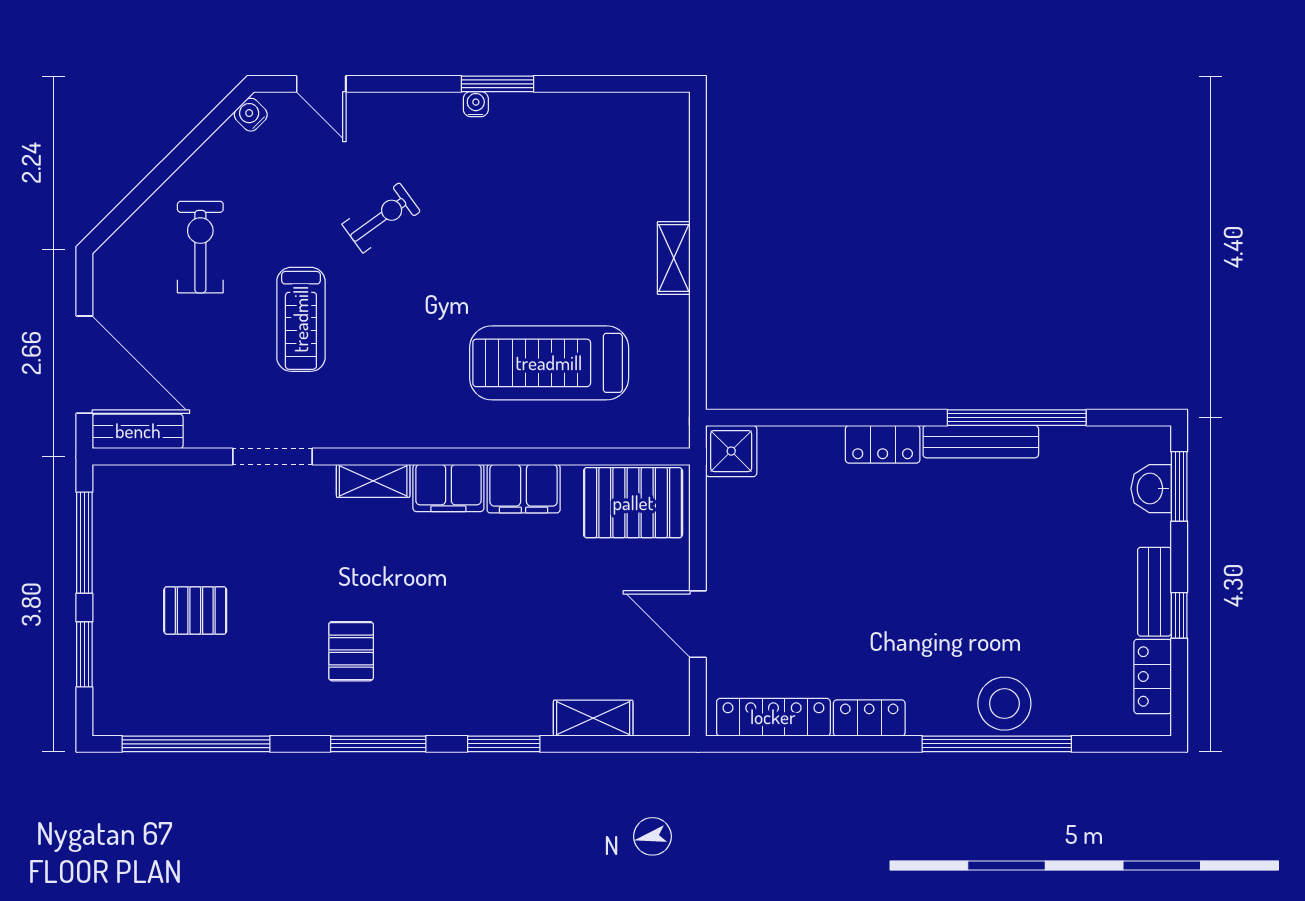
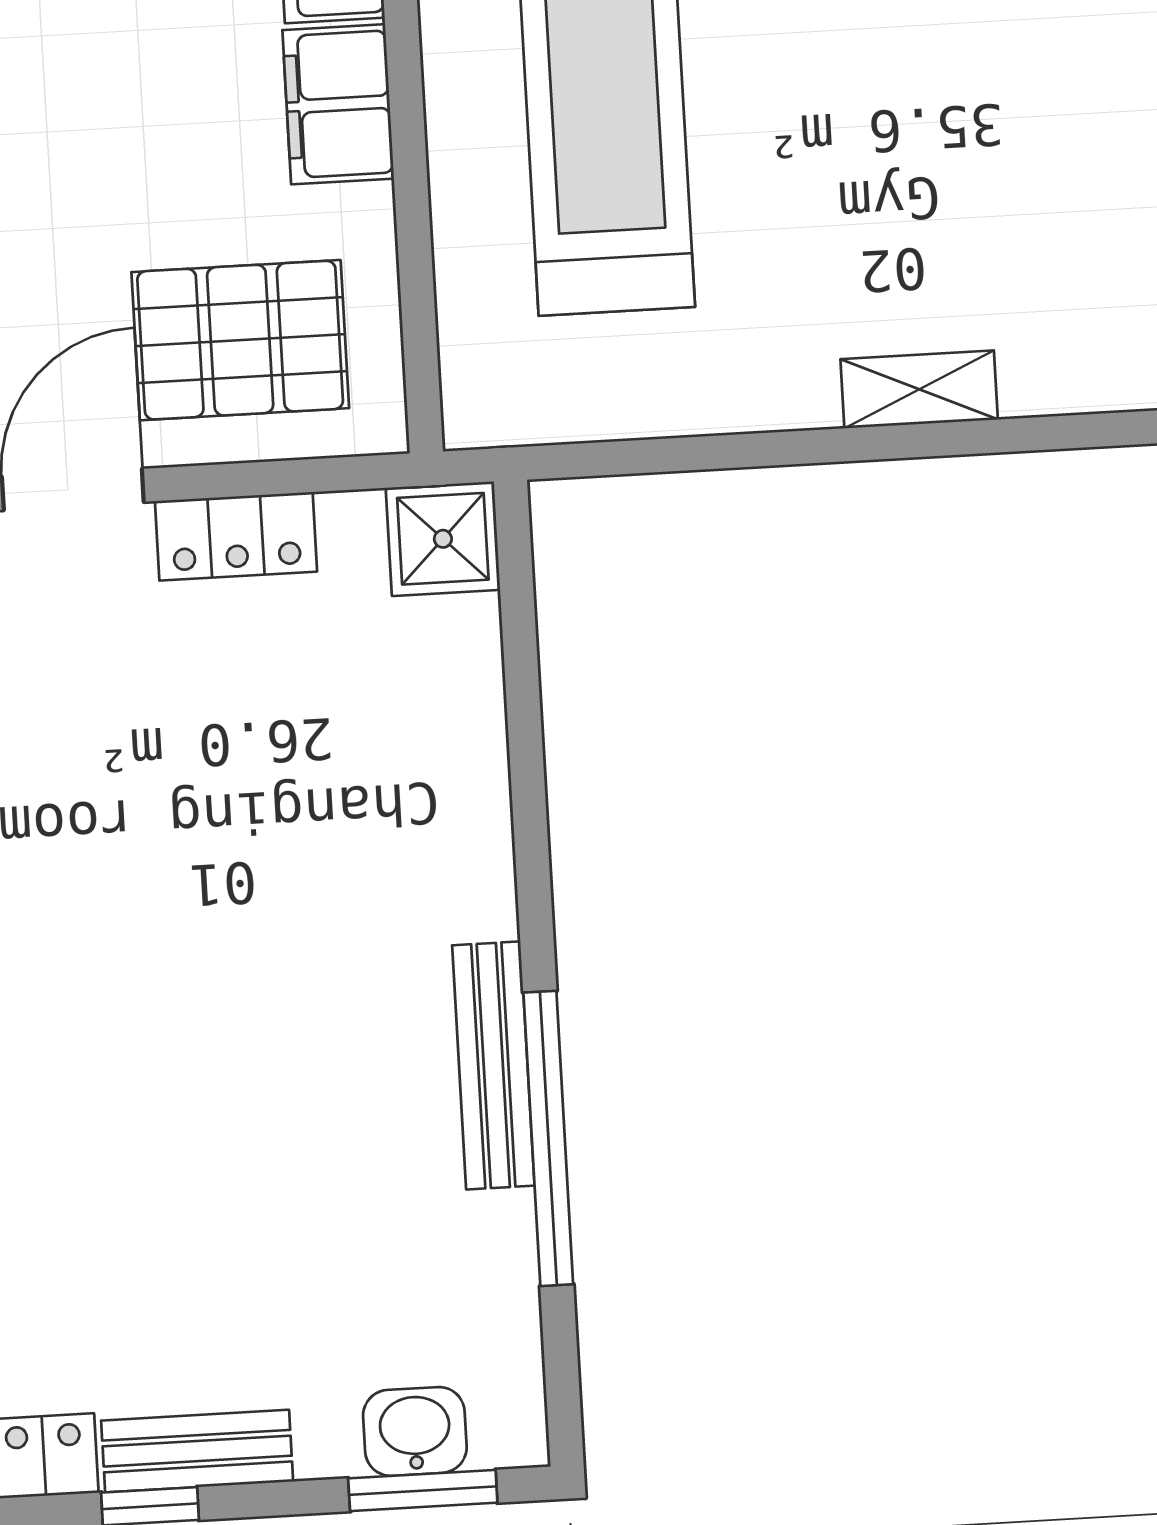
shelving: (674, 258) -> (919, 389), moved
locker: (883, 444) -> (236, 536), moved, turned -90
pallet: (633, 503) -> (240, 340), moved, turned 90

